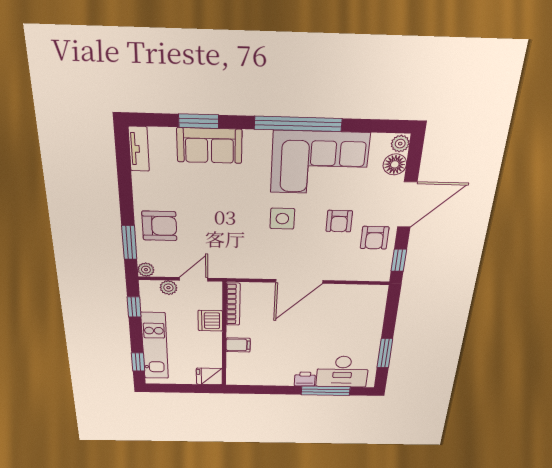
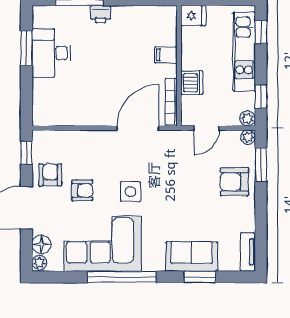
armchair: (339, 221) -> (82, 190), turned 90
door: (299, 281) -> (138, 128), moved
plant: (168, 288) -> (248, 118), moved
desk: (342, 372) -> (51, 53), moved, turned -90

